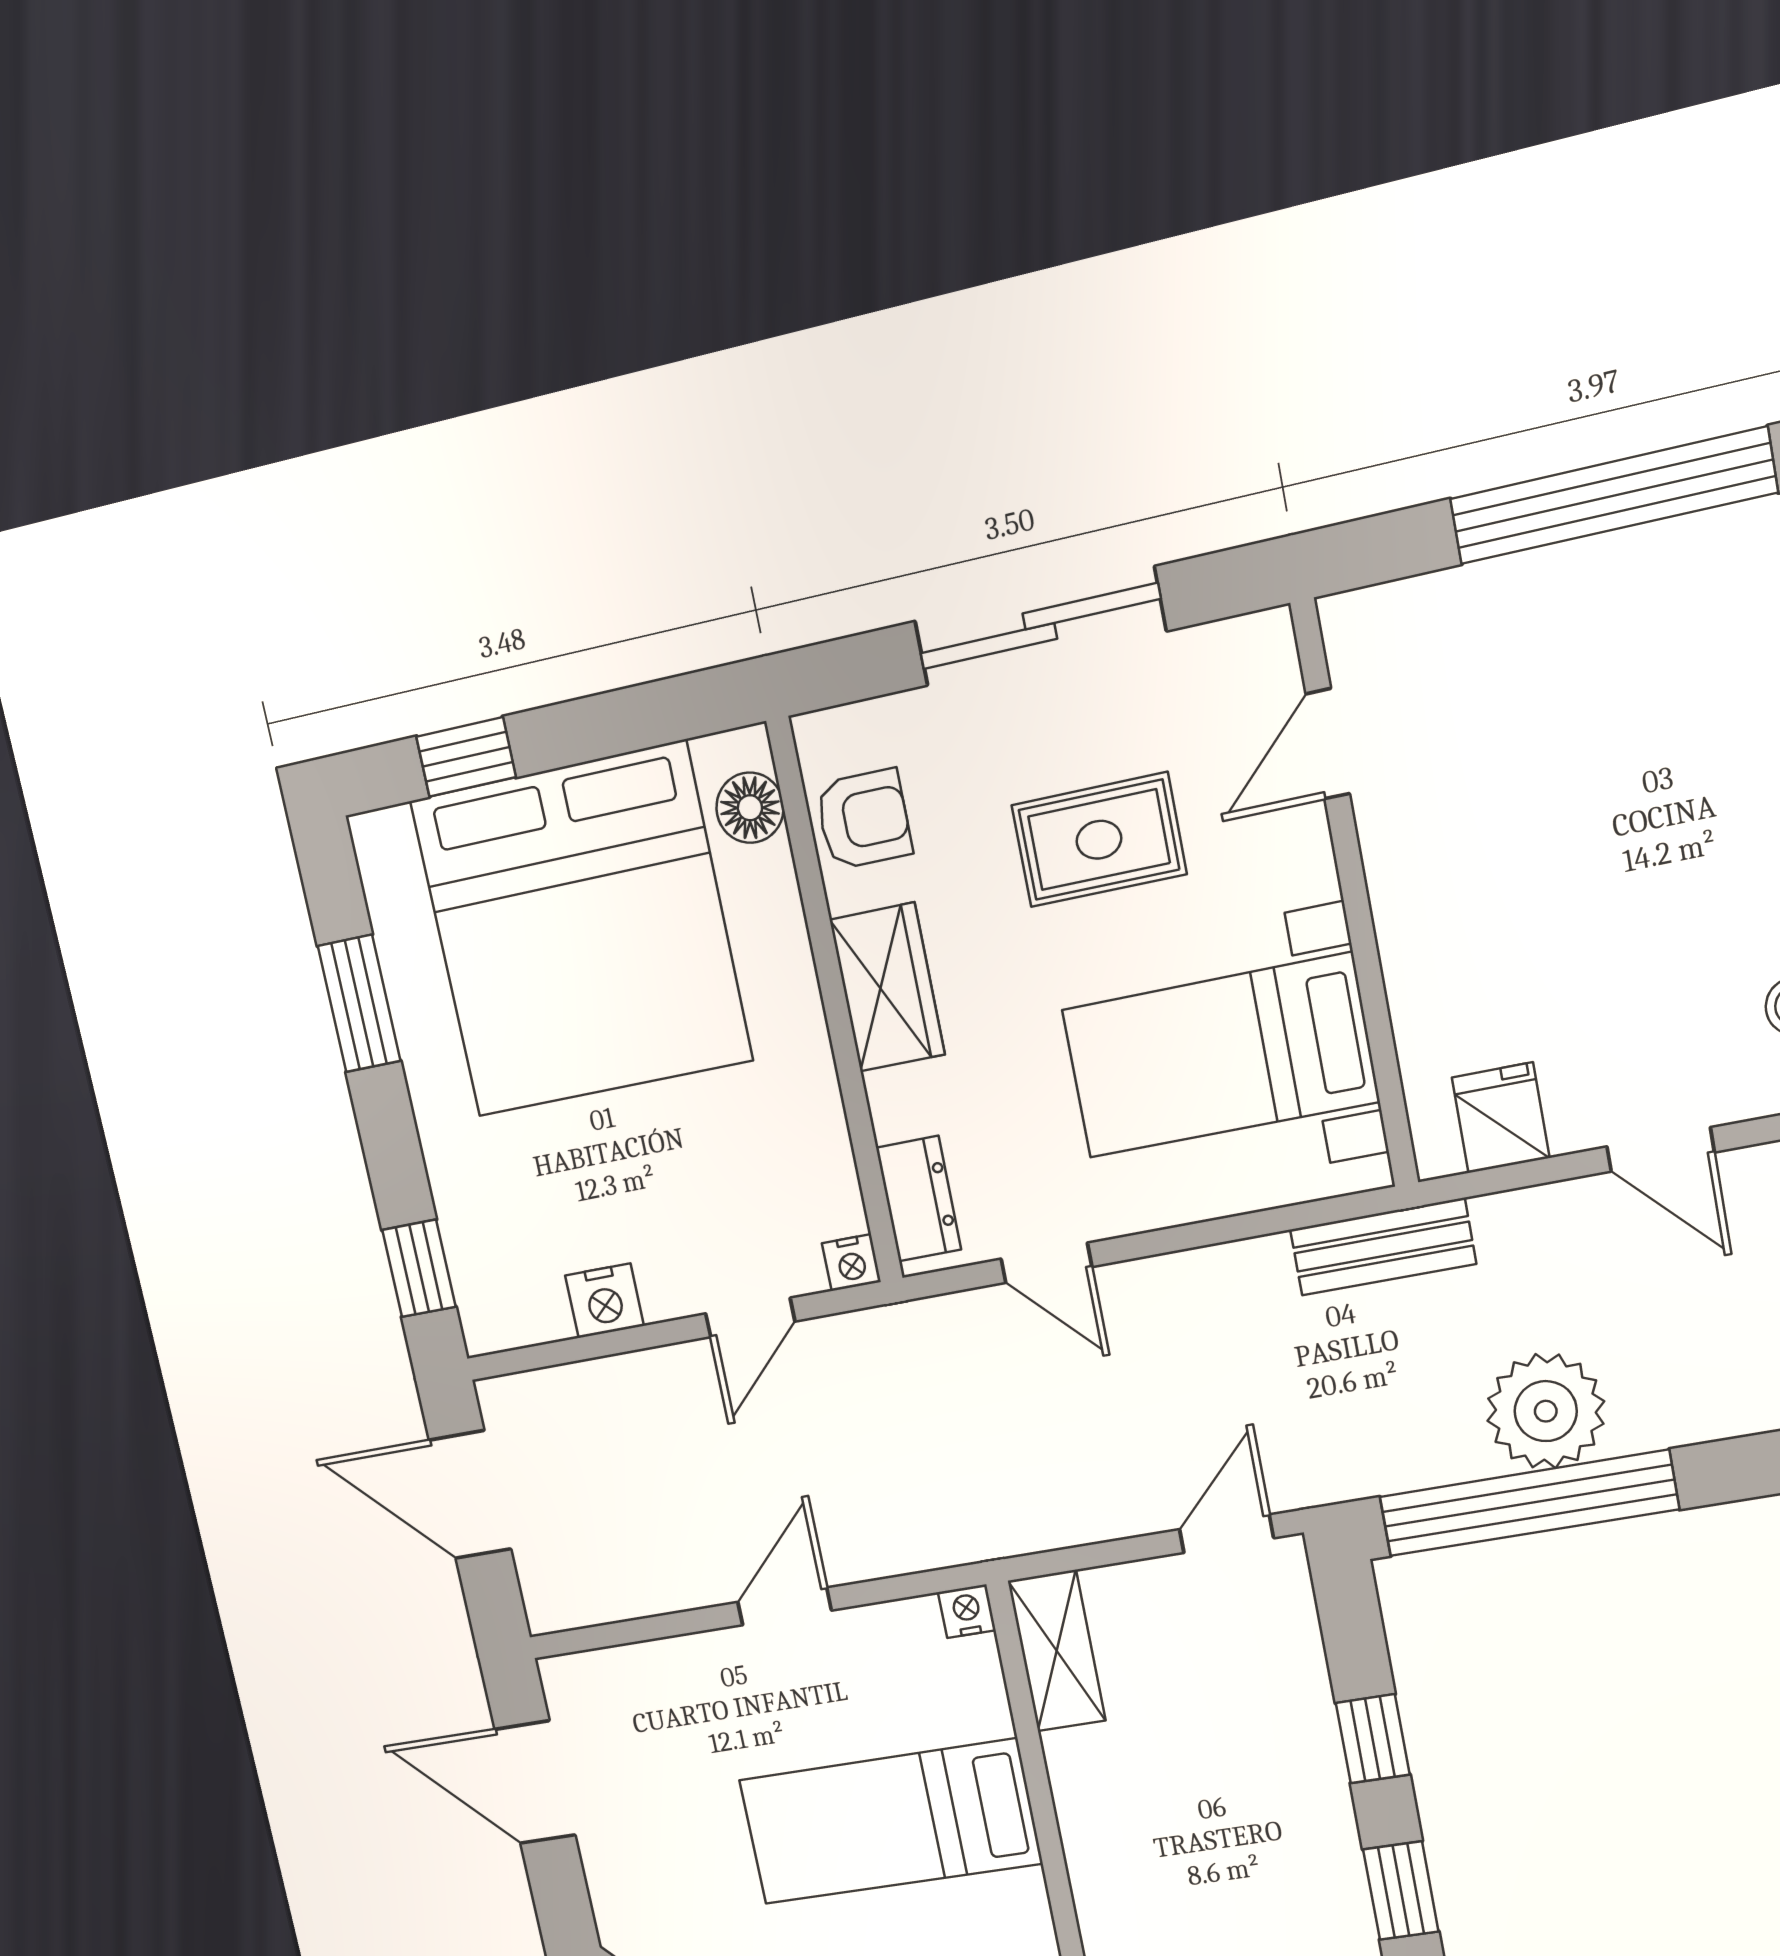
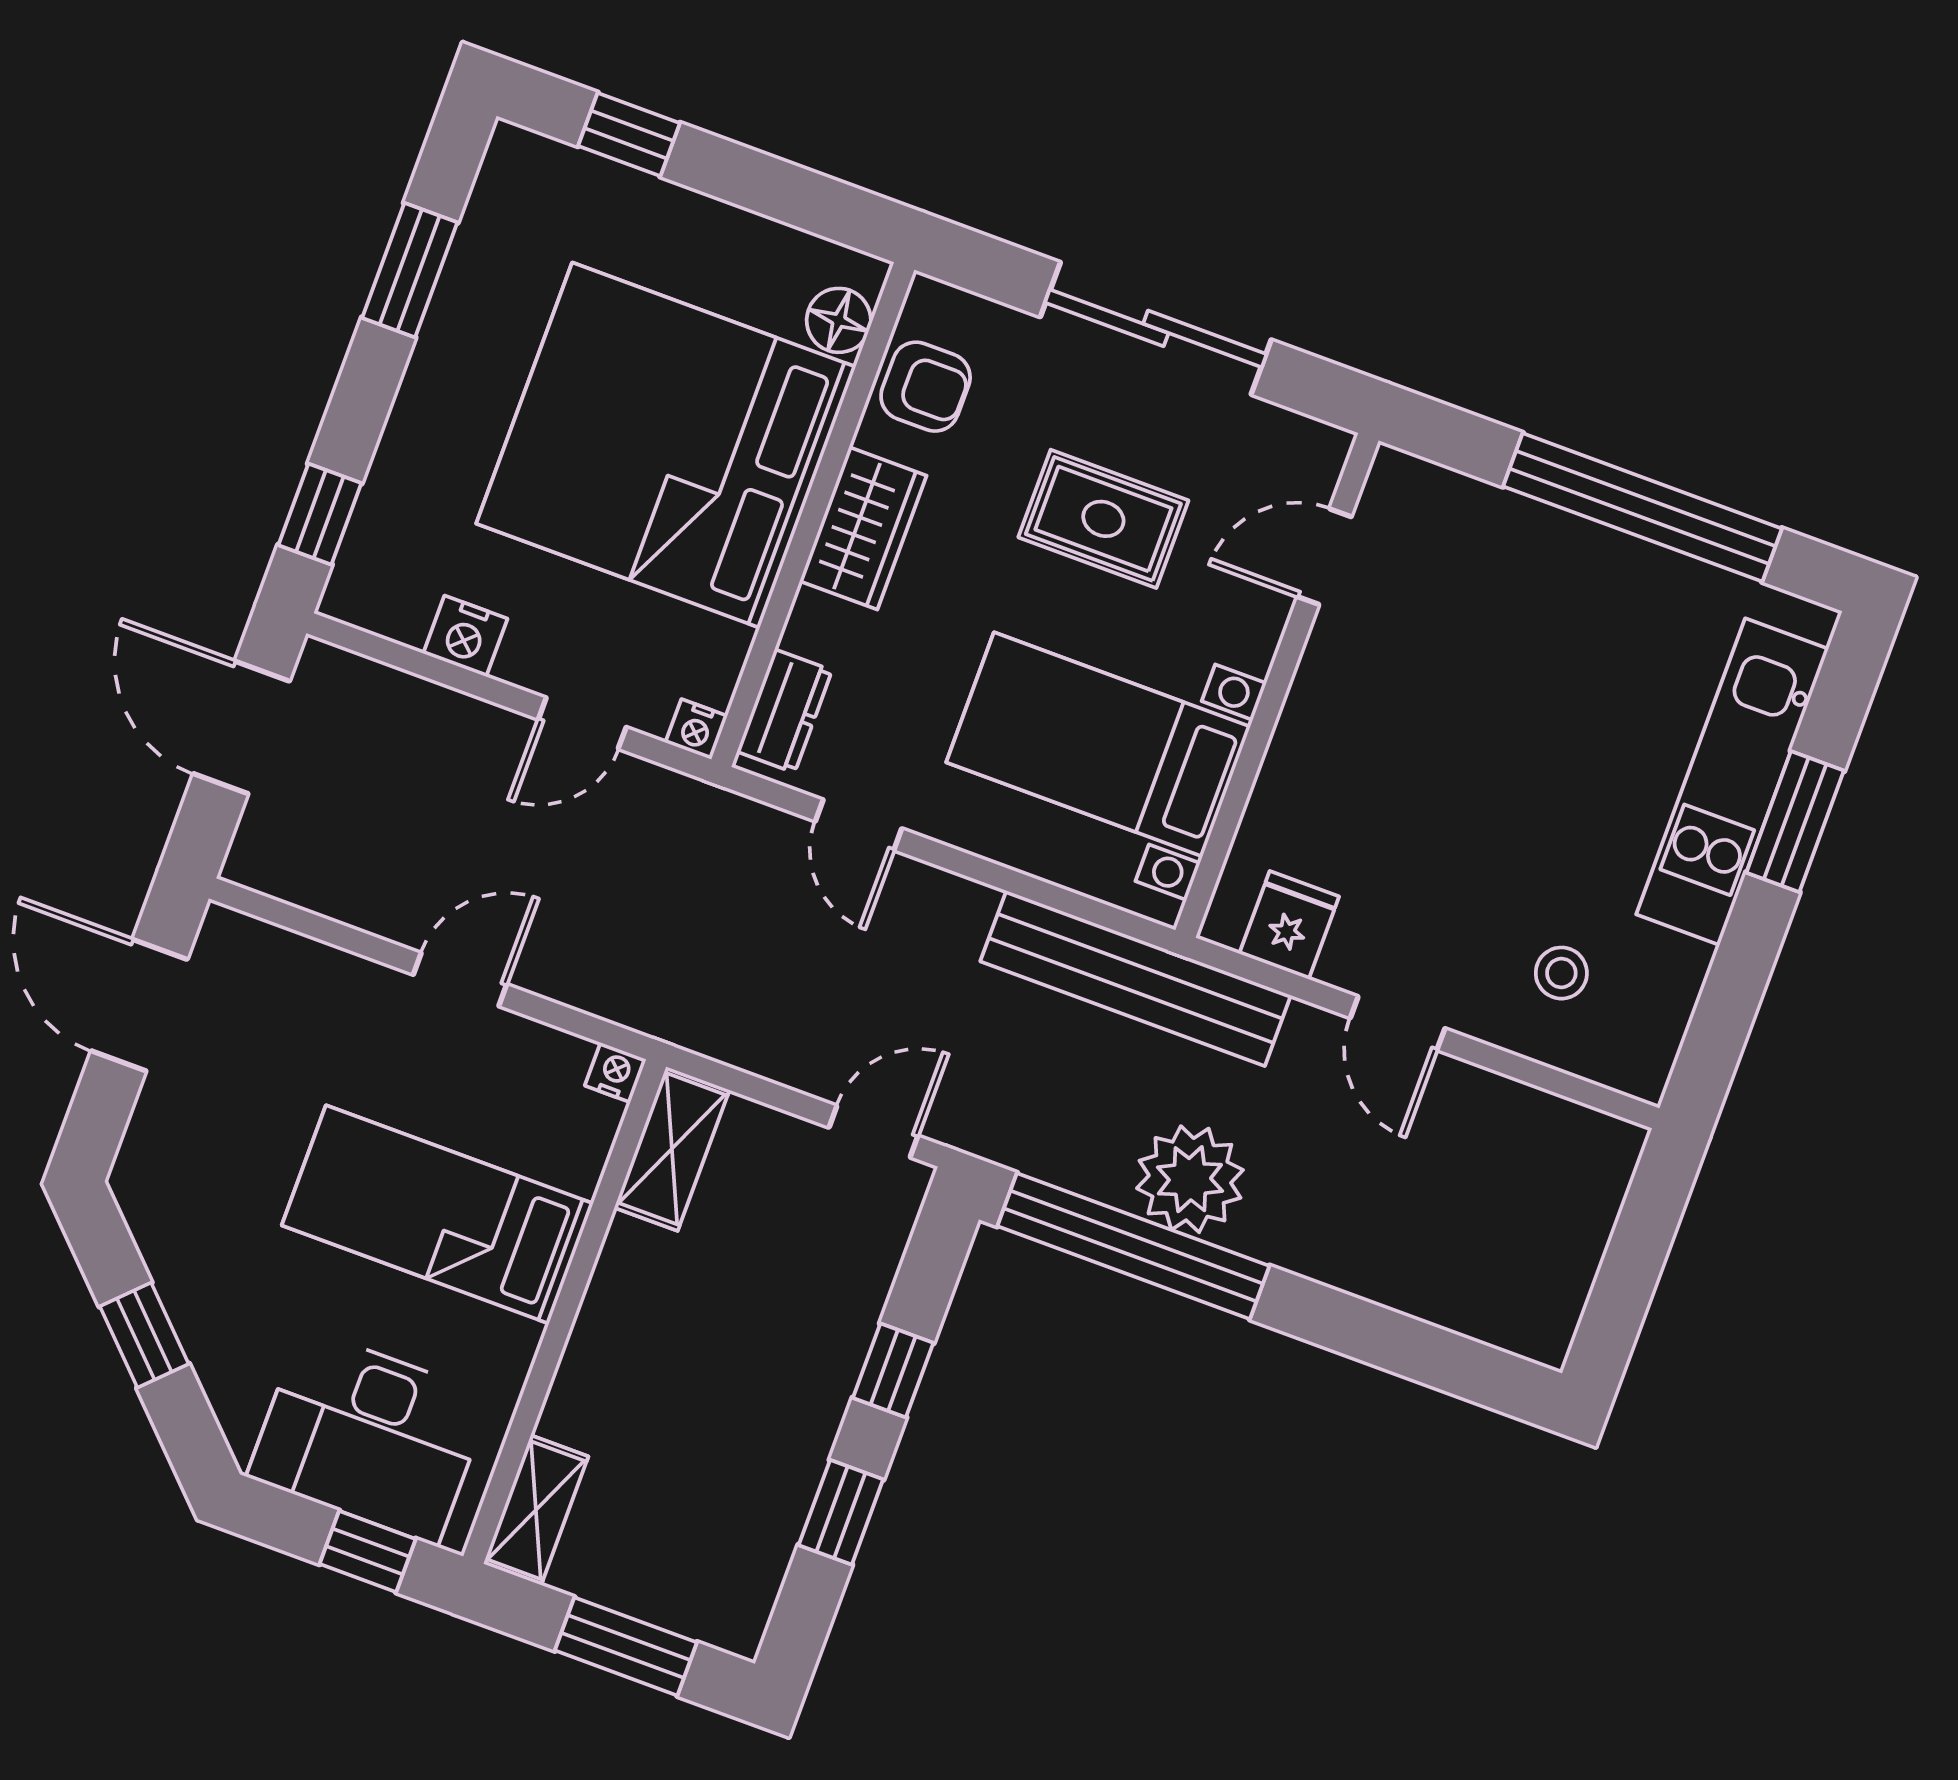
bed: (581, 930) -> (666, 445), moved, turned 90
bench: (1383, 1247) -> (1136, 978), width x1.86, depth x1.21

